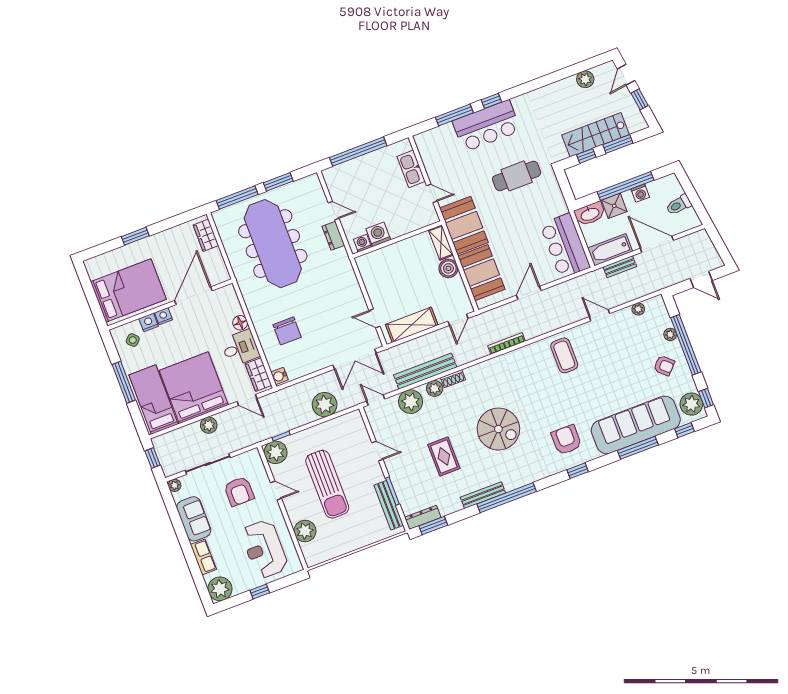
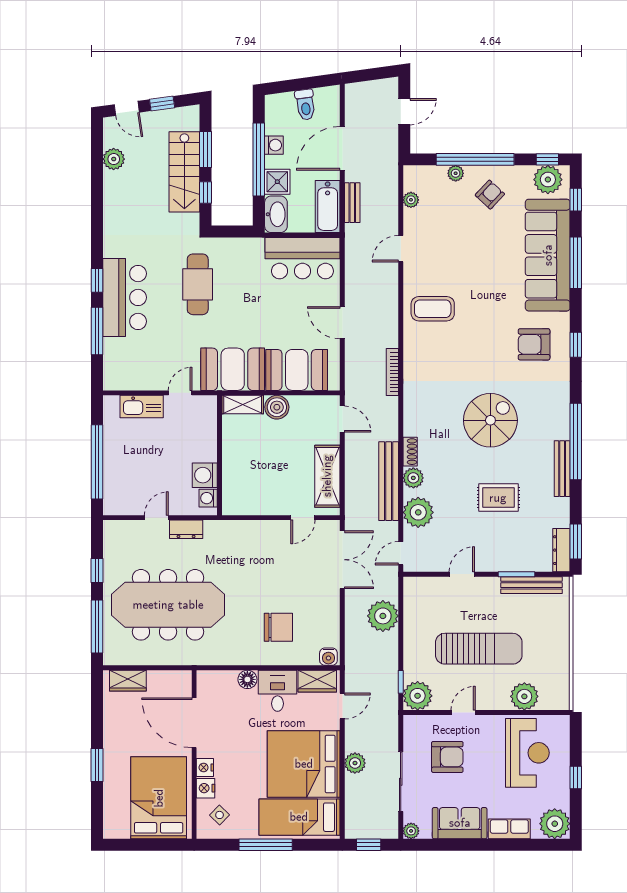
window: (278, 182) -> (97, 571), width x0.67
reception desk: (264, 549) -> (527, 753), turned -90

